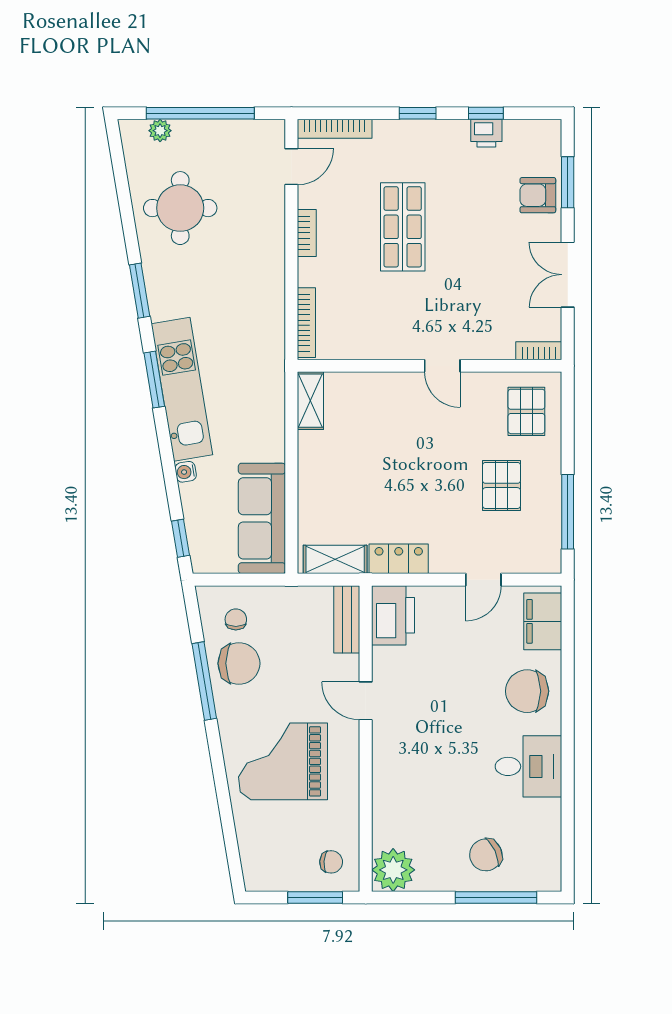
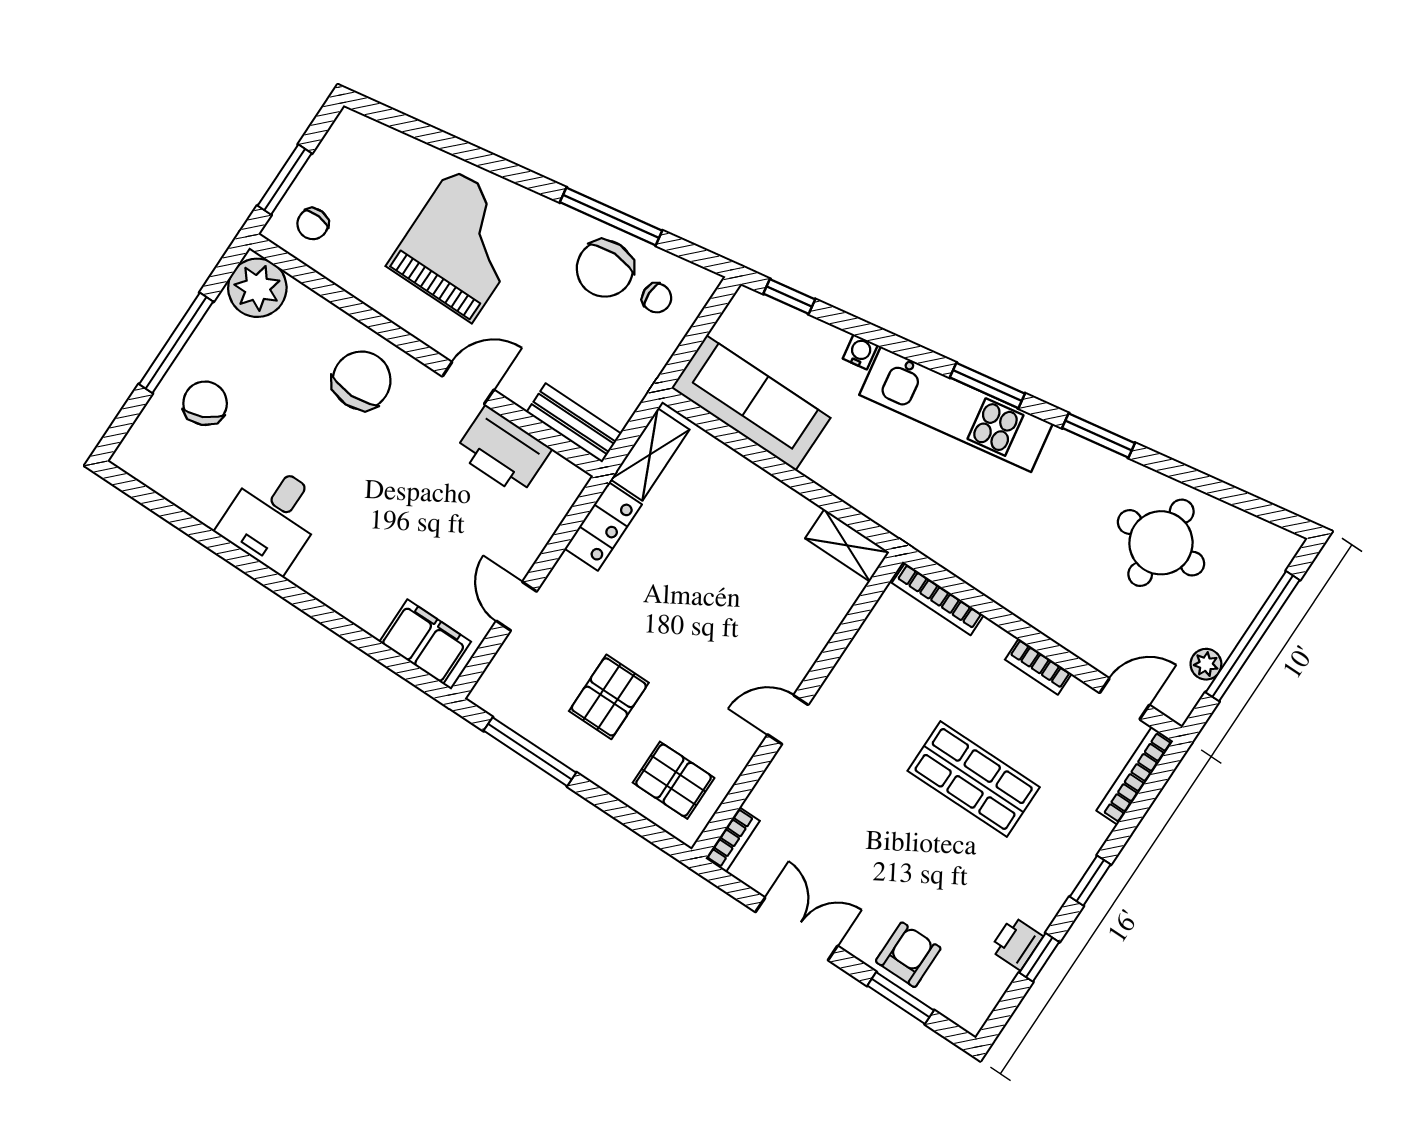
plant: (160, 131) -> (1206, 664), moved
door: (291, 167) -> (1124, 699), swing flipped
pallet: (502, 485) -> (609, 697), turned 90
printer: (393, 615) -> (503, 451), moved
chair: (527, 691) -> (362, 380), moved
window: (496, 897) -> (176, 343), moved

